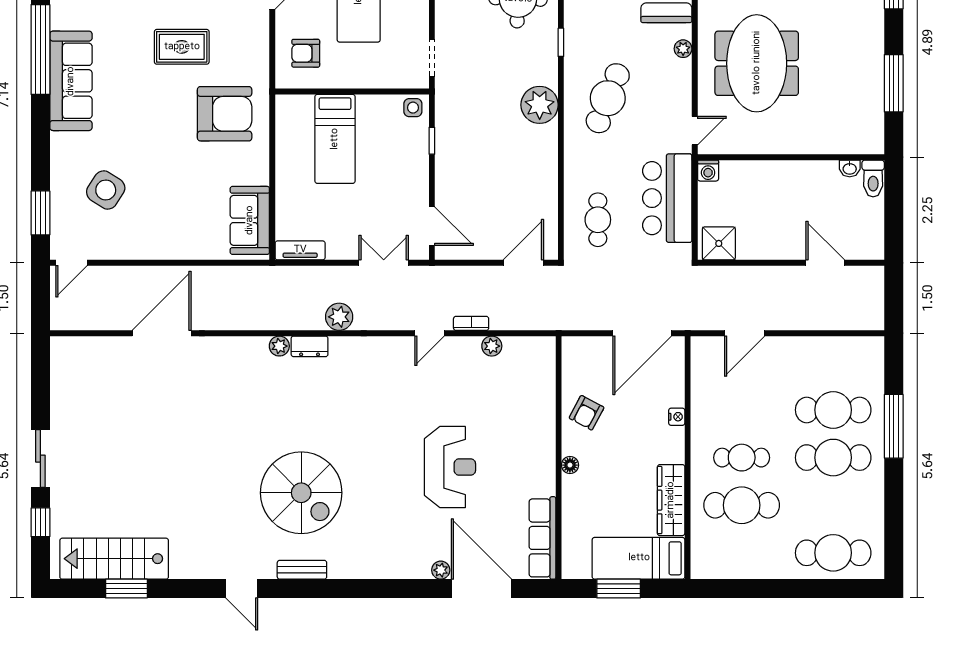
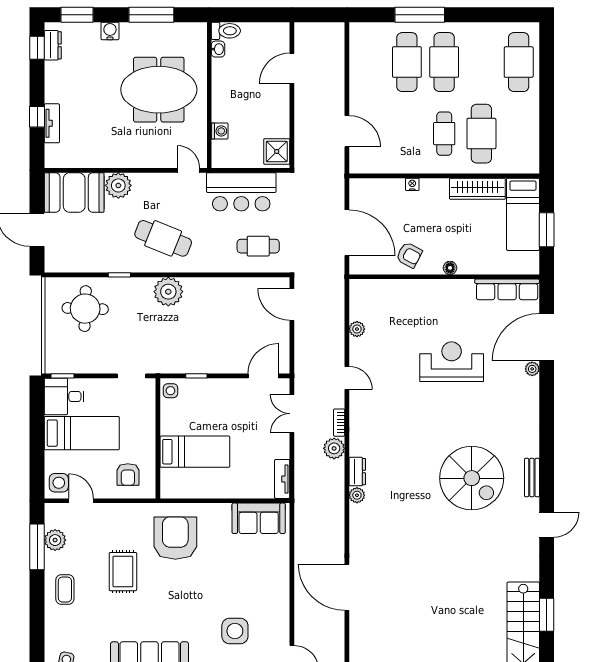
water cooler: (873, 30) -> (110, 31), added
plant: (683, 49) -> (118, 185), width x1.88, depth x1.88
meeting table: (757, 63) -> (159, 90), moved
washing machine: (708, 171) -> (220, 131), moved
side table: (106, 190) -> (235, 631), turned -33
bookcase: (471, 323) -> (339, 423), moved
door: (642, 333) -> (347, 233), moved
spiral stairs: (301, 493) -> (472, 478), turned 90

